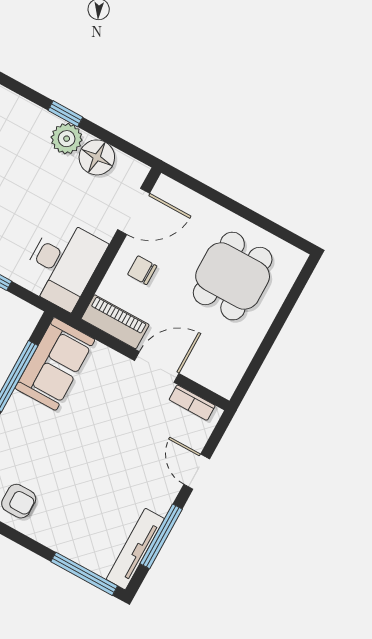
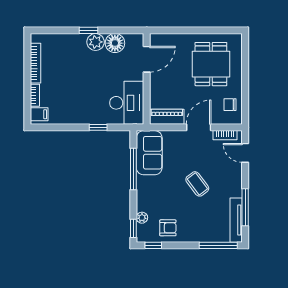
chair: (142, 270) -> (230, 105), moved
coffee table: (105, 457) -> (197, 184), added
door: (197, 472) -> (245, 153), moved

